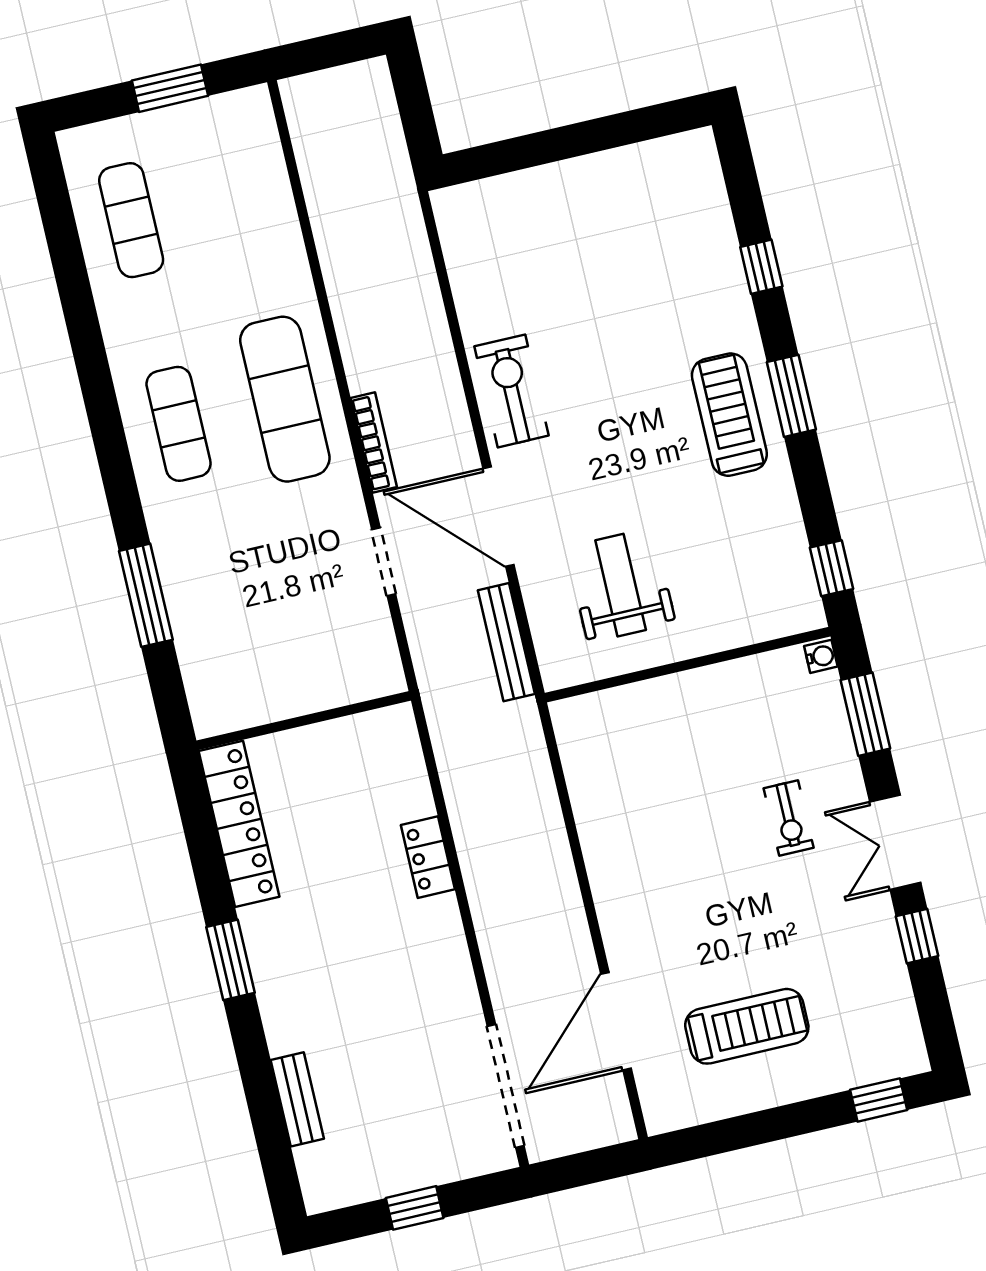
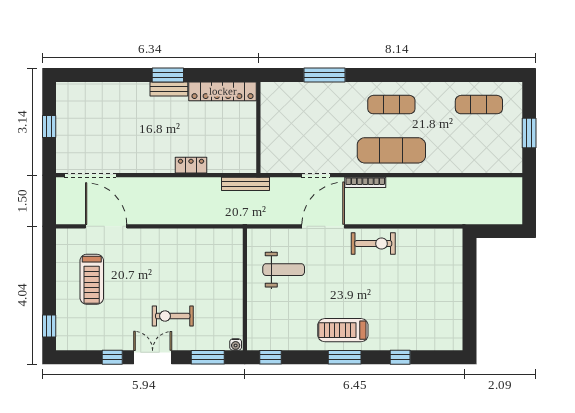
treadmill: (729, 415) -> (343, 330), turned 180
bench: (506, 642) -> (246, 184), moved
exercise bike: (789, 818) -> (173, 316), width x1.38, depth x1.39
bench: (297, 1099) -> (169, 89), moved

